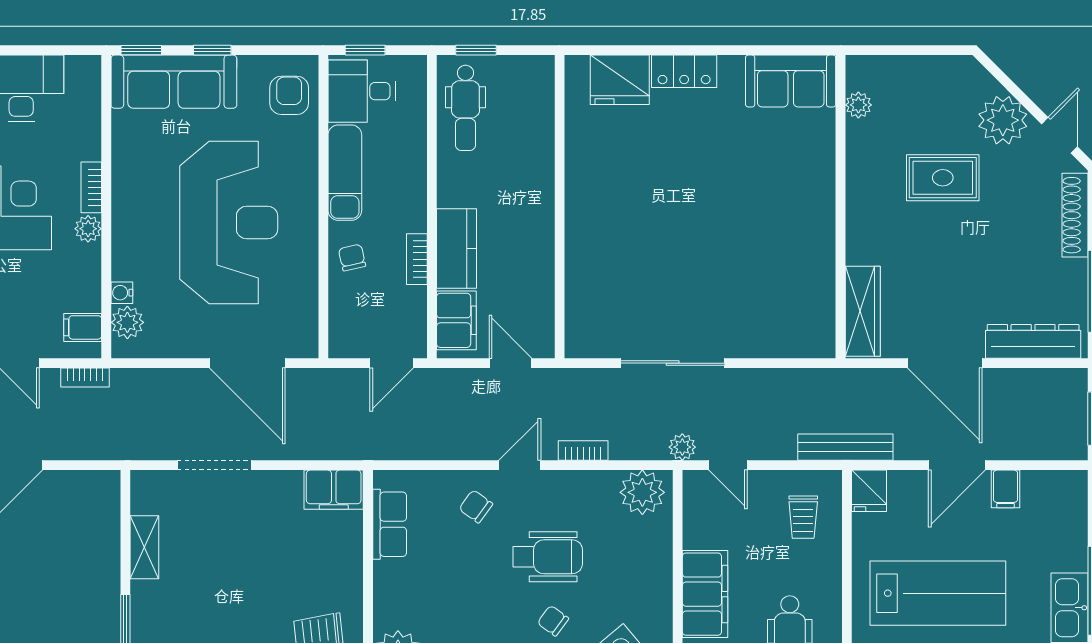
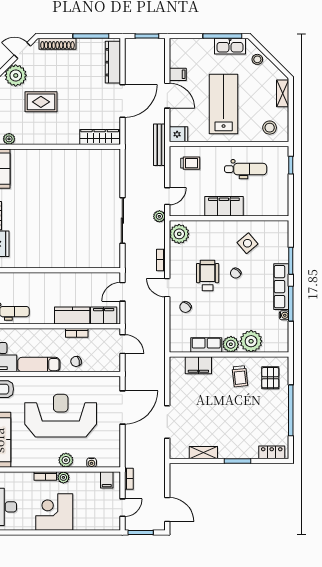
rug: (943, 178) -> (41, 102), turned 90
plant: (127, 322) -> (66, 460), moved
filing cabinet: (334, 490) -> (198, 365), moved, turned 90
row of seats: (390, 524) -> (206, 345), moved
plant: (391, 610) -> (231, 344), added

